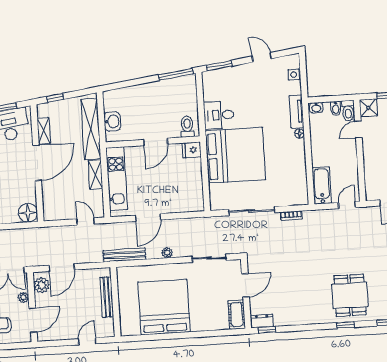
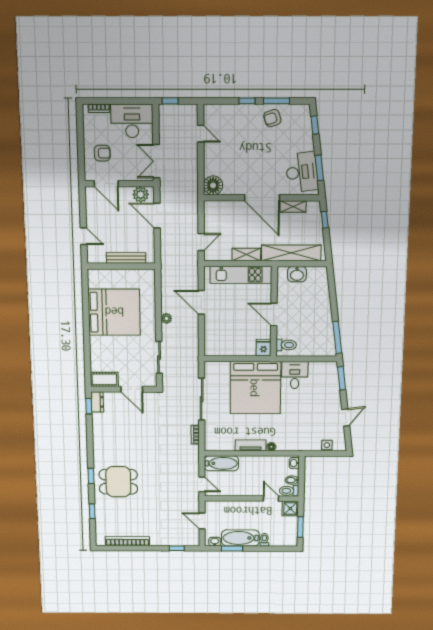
tv unit: (297, 111) -> (251, 445), moved
bench: (124, 255) -> (166, 278), removed
plant: (23, 297) -> (129, 175), removed

